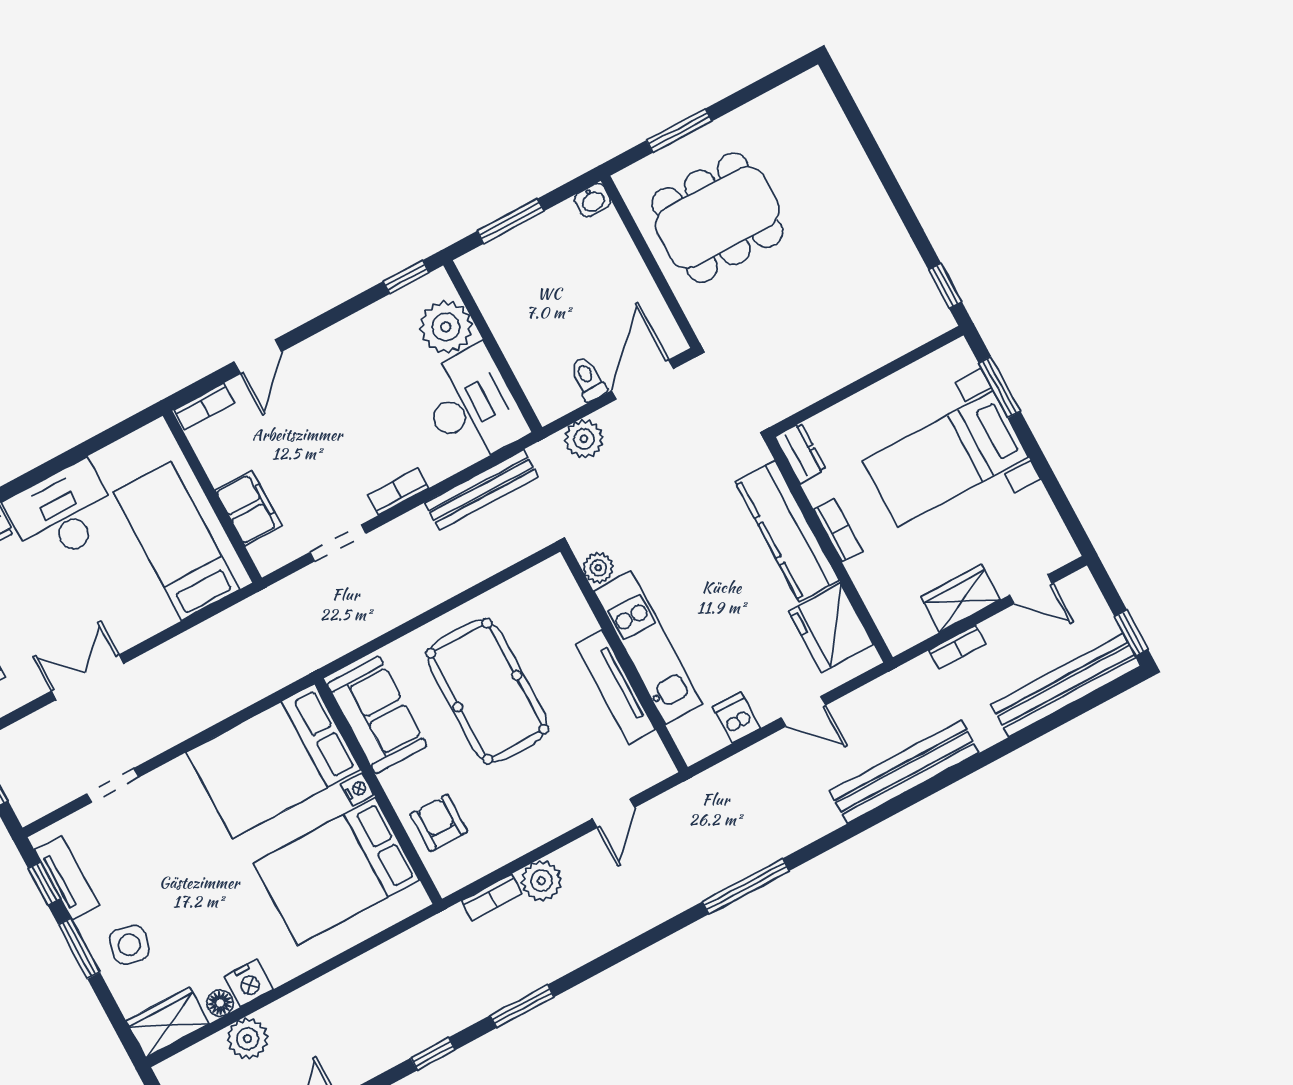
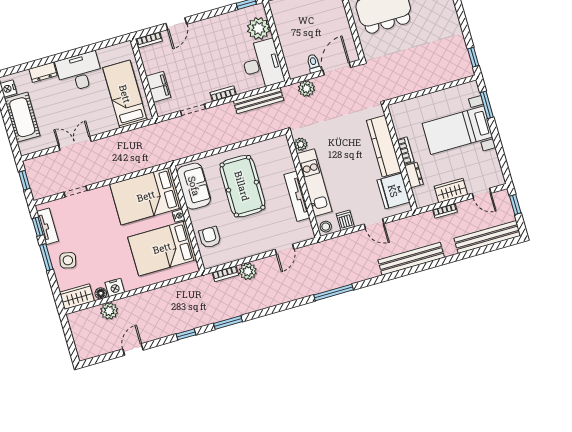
dresser: (800, 453) -> (414, 175), moved
window: (1131, 633) -> (515, 205), moved
stool: (695, 741) -> (326, 227), added

